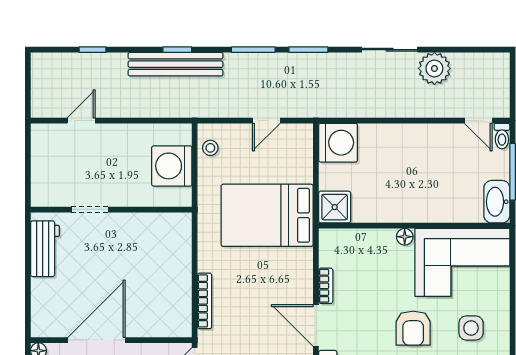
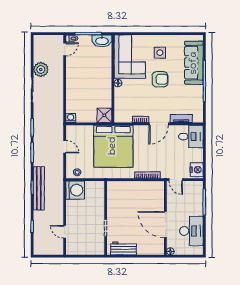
washing machine: (338, 143) -> (71, 118), width x0.53, depth x0.53
washing machine: (172, 166) -> (75, 190), moved, turned -90
bed: (267, 215) -> (113, 146), width x1.36

